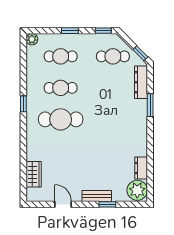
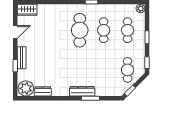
dresser: (141, 82) -> (82, 91), moved
wardrobe: (34, 174) -> (27, 10), moved

